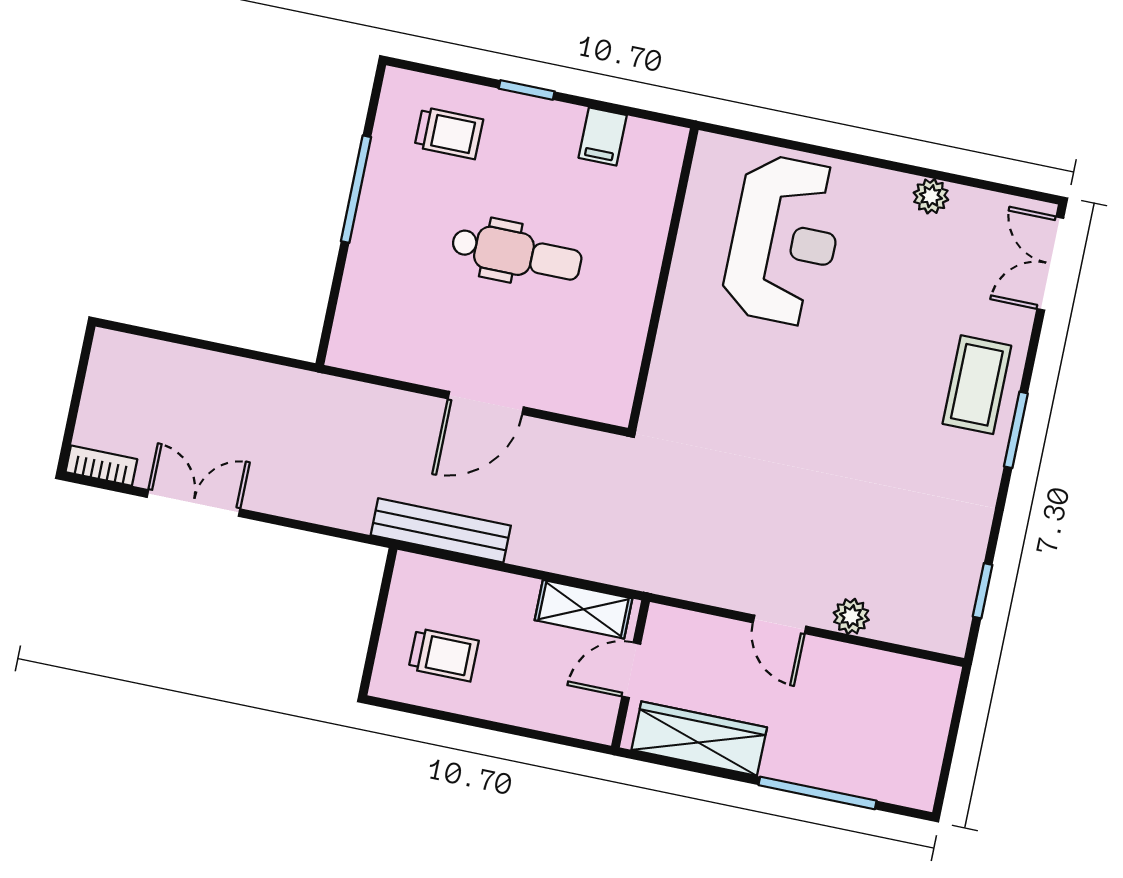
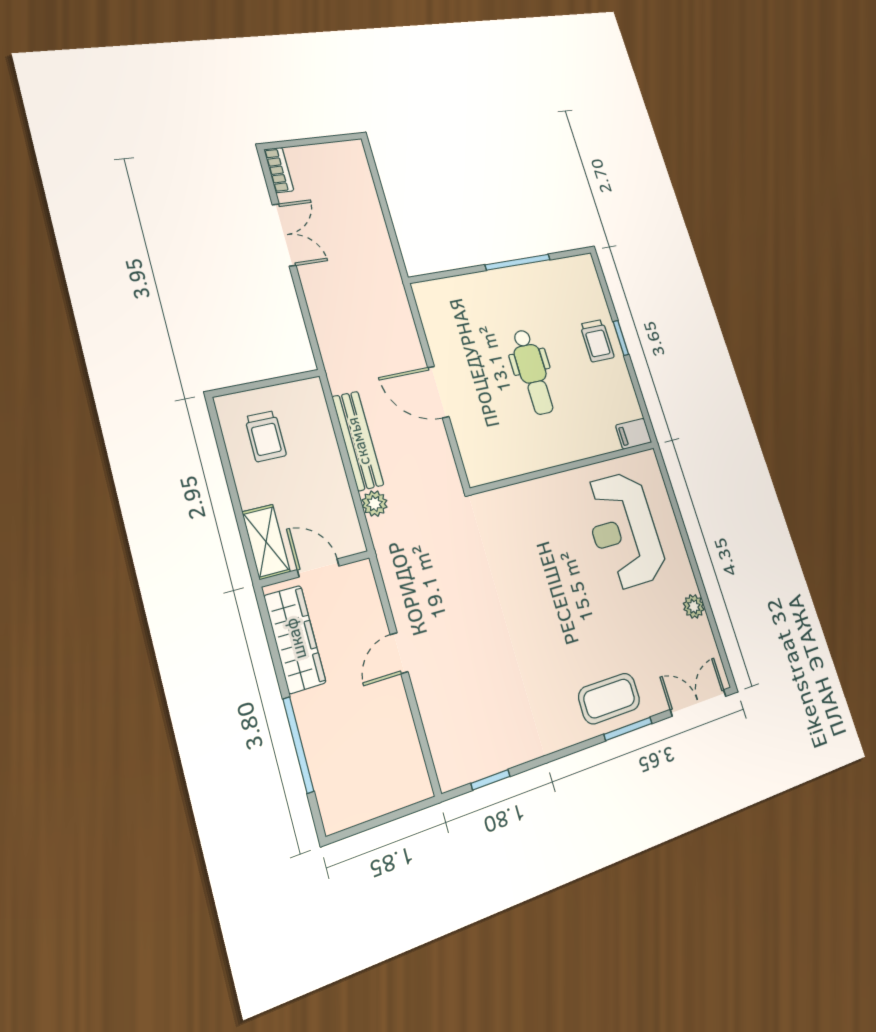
trolley: (449, 133) -> (597, 341), moved
filing cabinet: (603, 136) -> (634, 434), moved
reception desk: (784, 240) -> (624, 530), turned 90
window: (1016, 430) -> (628, 729), moved
bench: (441, 530) -> (358, 441), moved
shelving: (584, 609) -> (266, 542), moved
plant: (851, 616) -> (375, 504), moved

